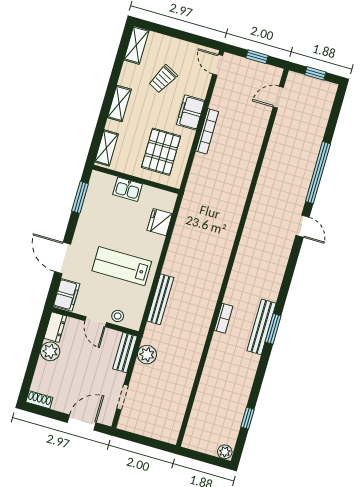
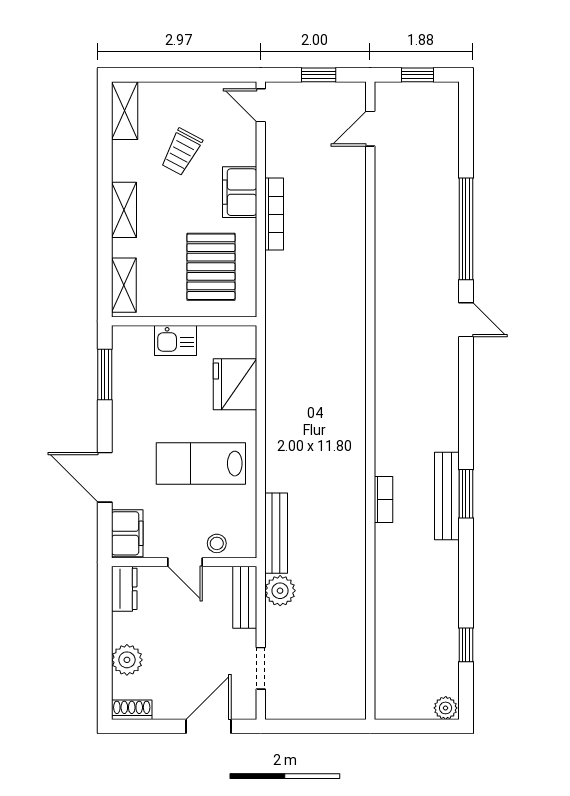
fridge: (160, 222) -> (235, 384), width x1.36, depth x1.34
bench: (160, 299) -> (276, 533), moved
plant: (50, 351) -> (127, 660), moved

